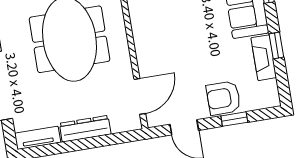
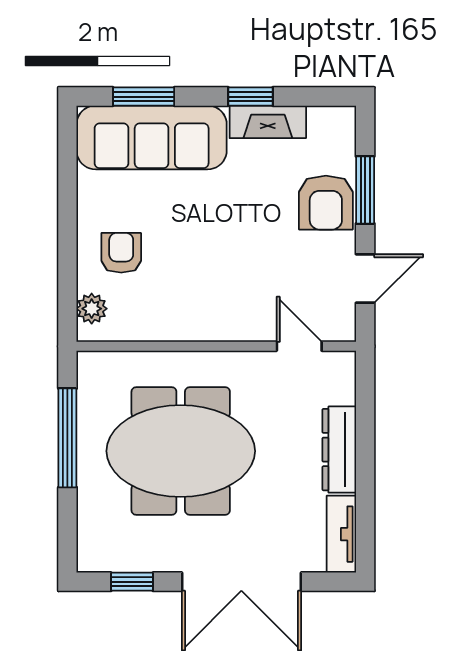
door: (140, 96) -> (299, 346), width x0.73
window: (234, 119) -> (365, 190), width x1.50

